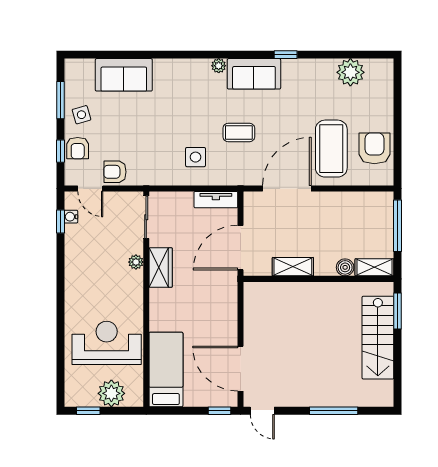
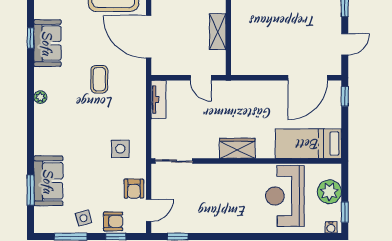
window: (113, 55) -> (31, 190), added
sofa: (254, 74) -> (47, 43), moved
side table: (196, 157) -> (120, 149), moved
water cooler: (71, 217) -> (331, 227), moved
door: (241, 248) -> (201, 78), width x0.53
plant: (136, 262) -> (214, 170), removed
wardrobe: (161, 268) -> (237, 148), moved
door: (262, 411) -> (345, 44), moved

